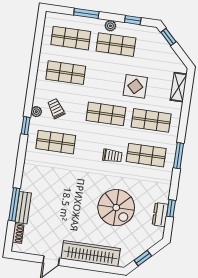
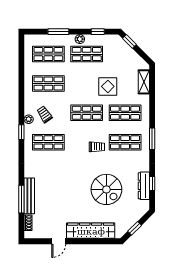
bench: (23, 208) -> (29, 196), width x1.36
dresser: (160, 215) -> (144, 186), width x1.44

